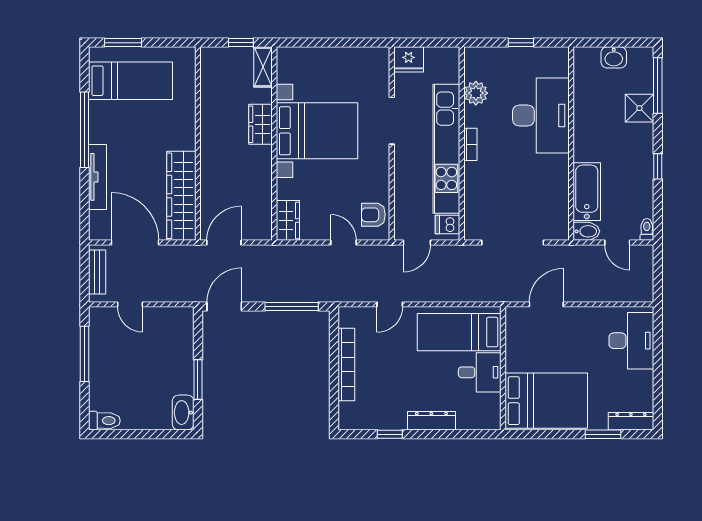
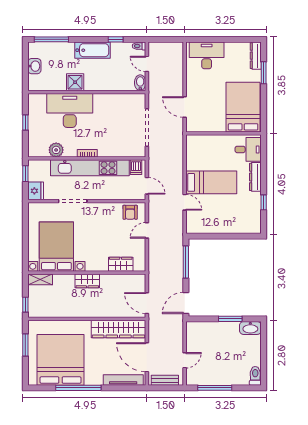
window: (123, 43) -> (25, 345), moved
window: (241, 43) -> (25, 305), moved
window: (437, 43) -> (25, 174), added
bed: (131, 81) -> (61, 360), width x2.04
shower: (639, 108) -> (75, 82), moved
wardrobe: (261, 124) -> (87, 281), moved
bed with nightstands: (317, 131) -> (56, 247), moved
window: (658, 166) -> (116, 39), moved
tv unit: (98, 177) -> (123, 380), moved
bathtub: (587, 192) -> (92, 50), moved, turned 180
wardrobe: (288, 220) -> (121, 264), moved
door: (135, 243) -> (147, 357), hinge flipped
door: (617, 243) -> (147, 64), swing flipped
door: (224, 306) -> (186, 303), hinge flipped
bed: (459, 332) -> (211, 182), moved, turned -90
bookcase: (346, 365) -> (221, 229), removed
desk: (480, 372) -> (248, 149), moved, turned 90

